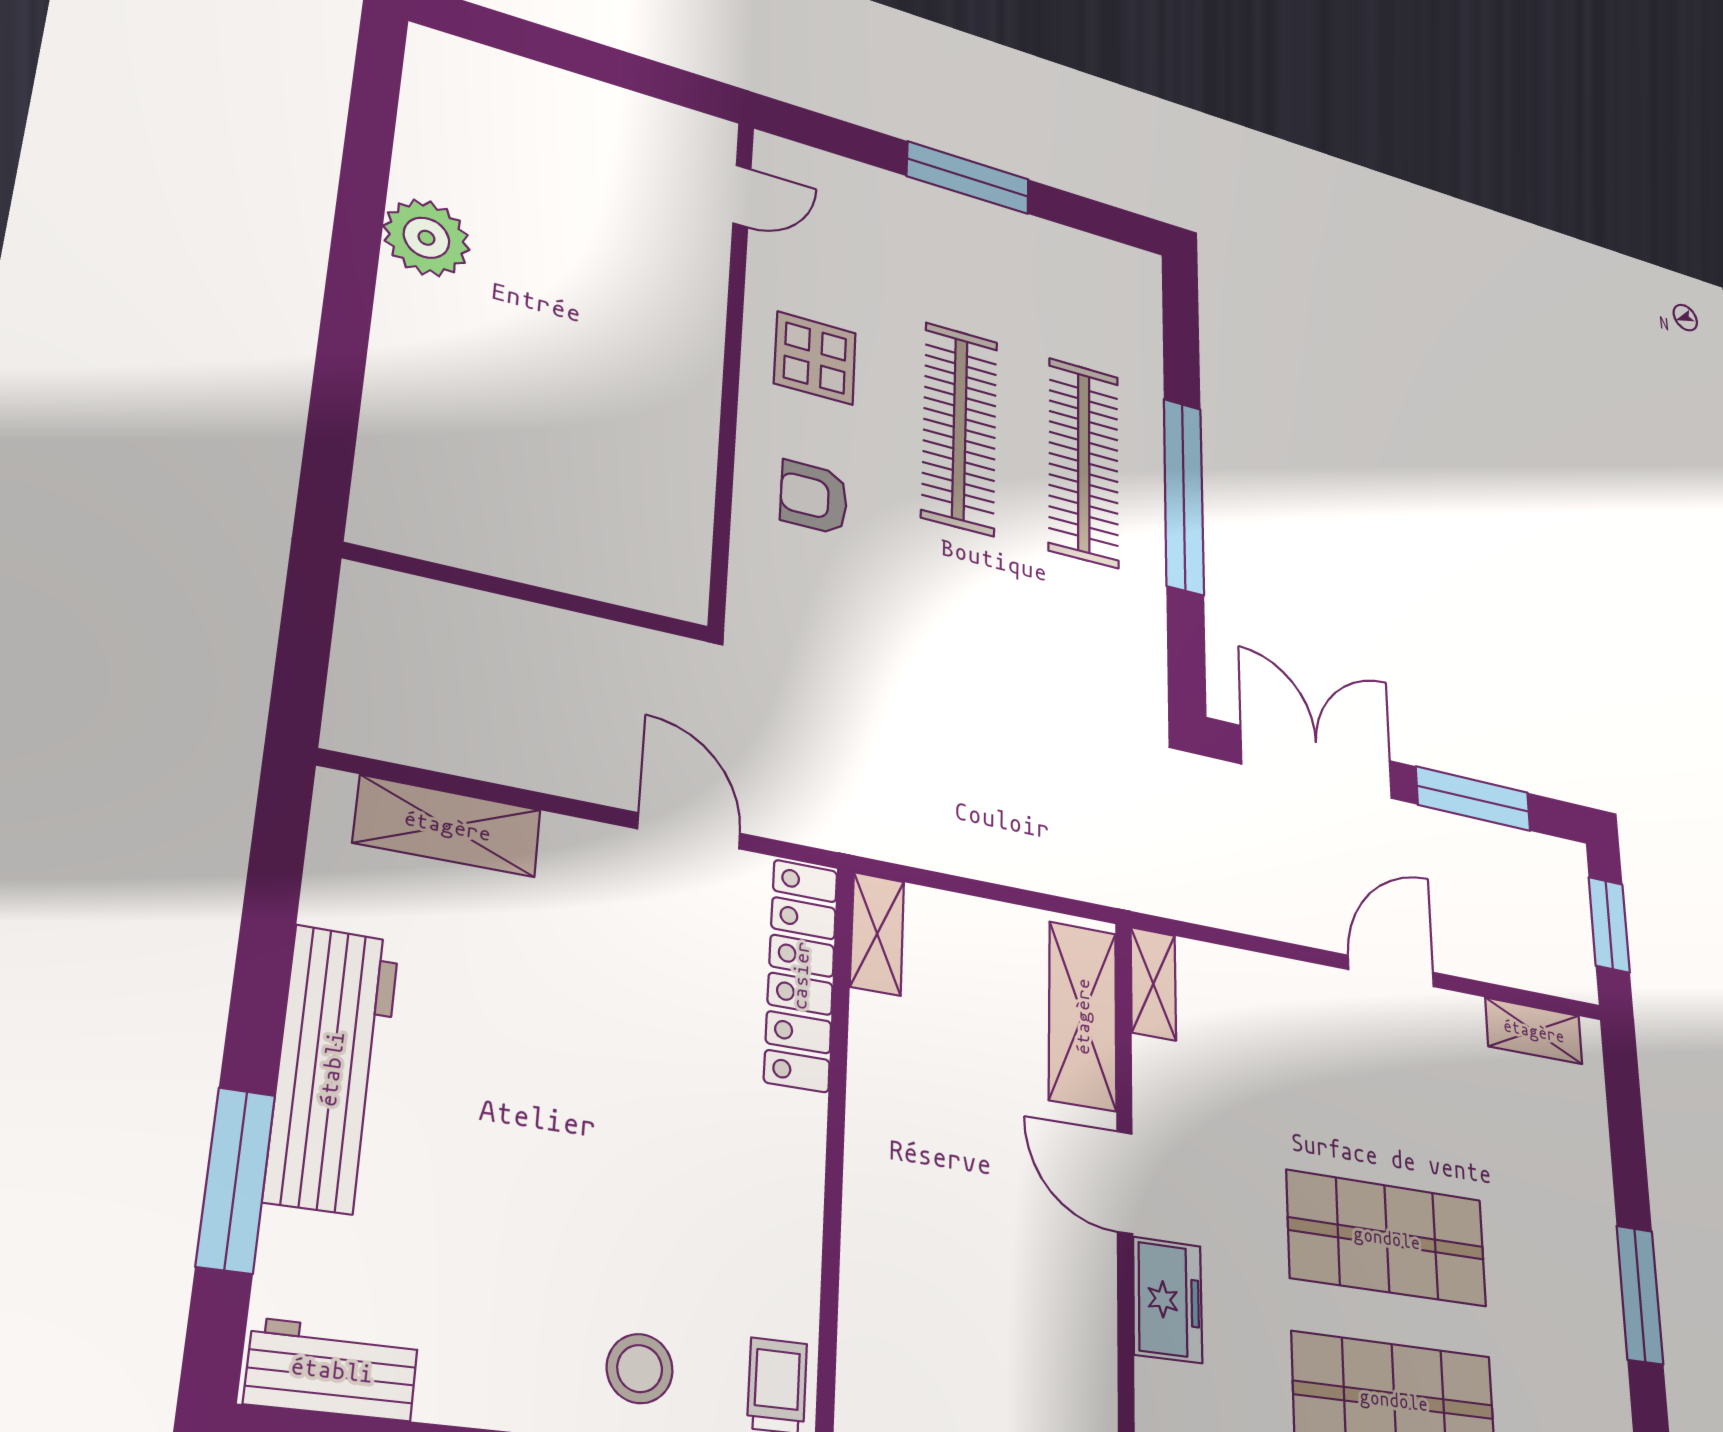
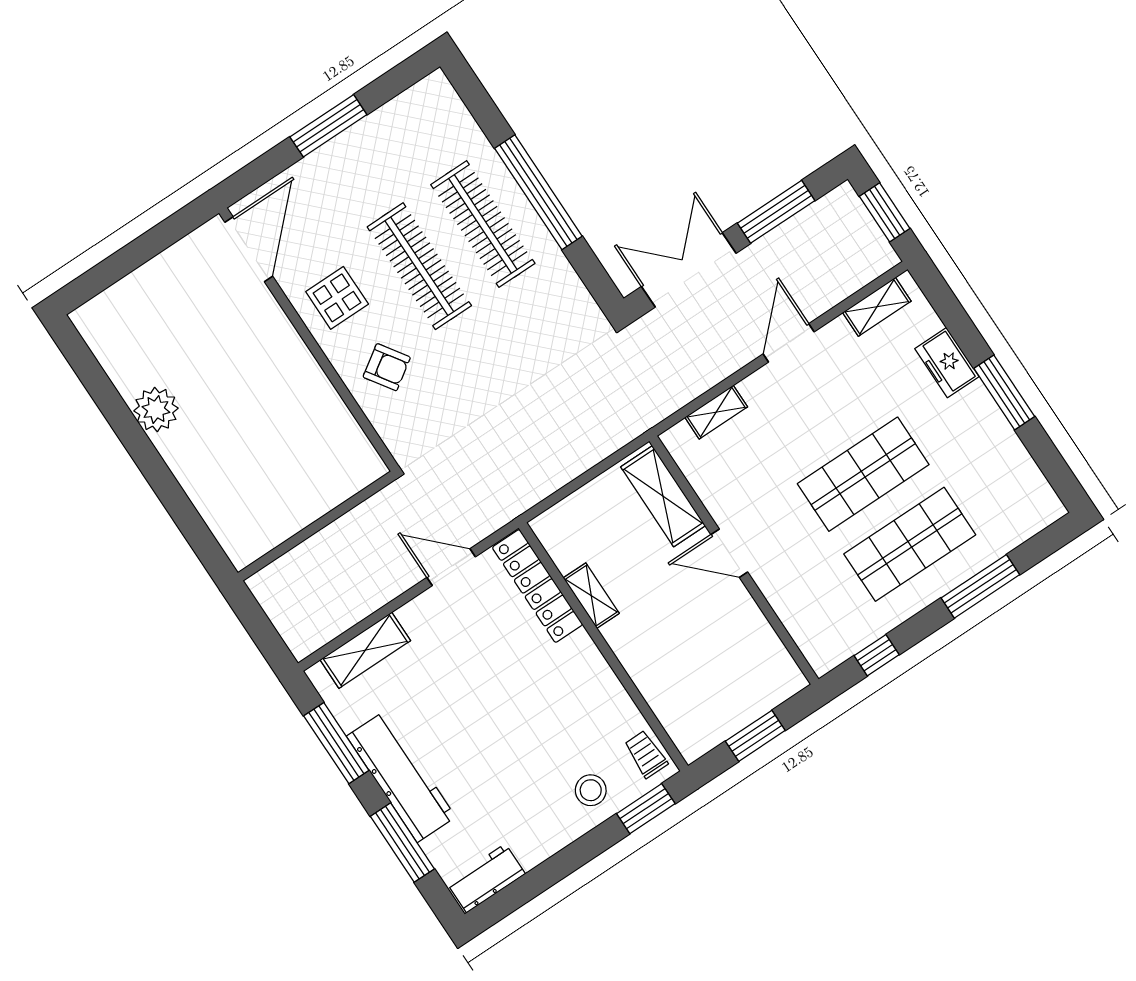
door: (742, 196) -> (249, 249), width x1.87
armchair: (814, 498) -> (387, 367), turned -124
window: (269, 920) -> (336, 743), added
shelving: (877, 934) -> (591, 596), moved
shelving: (1153, 984) -> (716, 412), moved, turned 90
freezer: (1168, 1300) -> (947, 363), moved, turned 180

